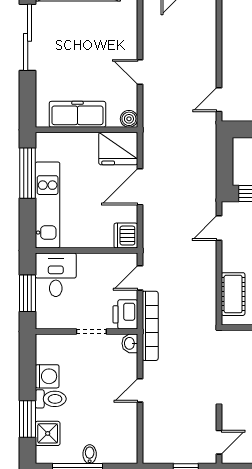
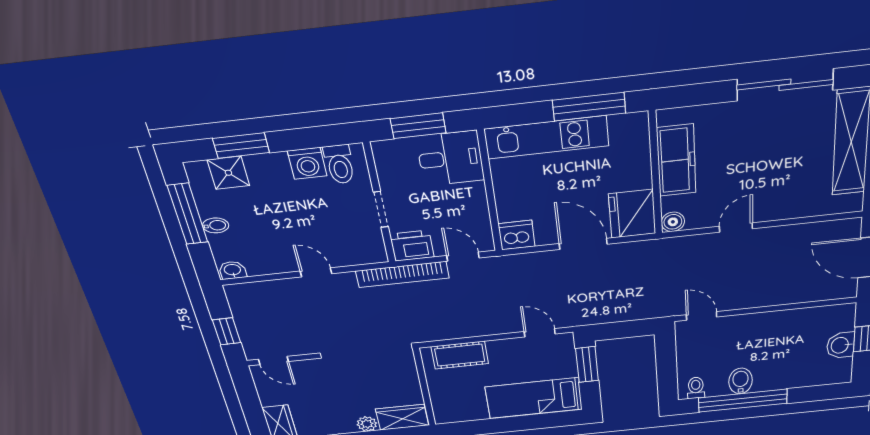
washbasin: (130, 343) -> (233, 270), moved
toilet: (51, 399) -> (340, 164), moved

